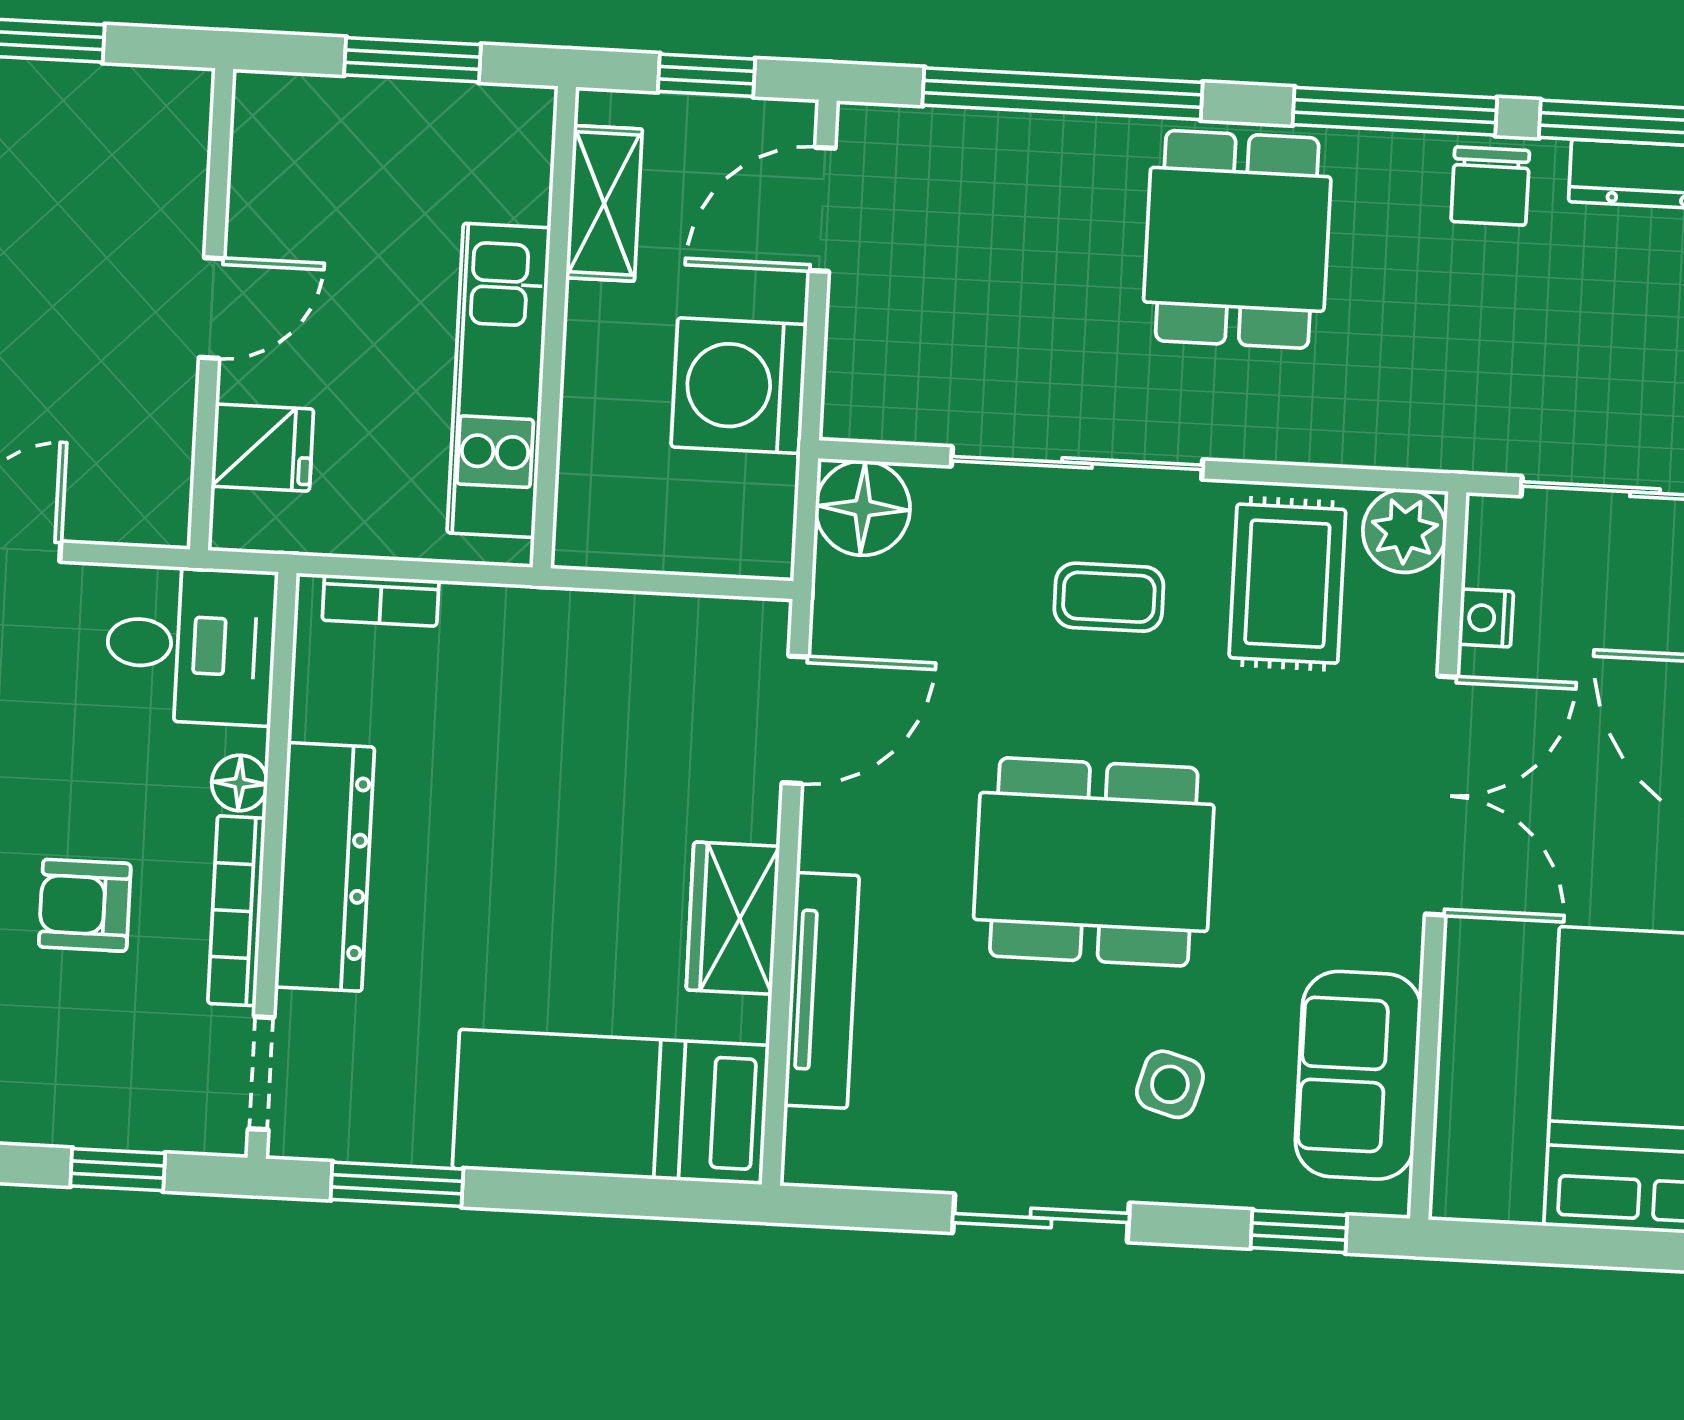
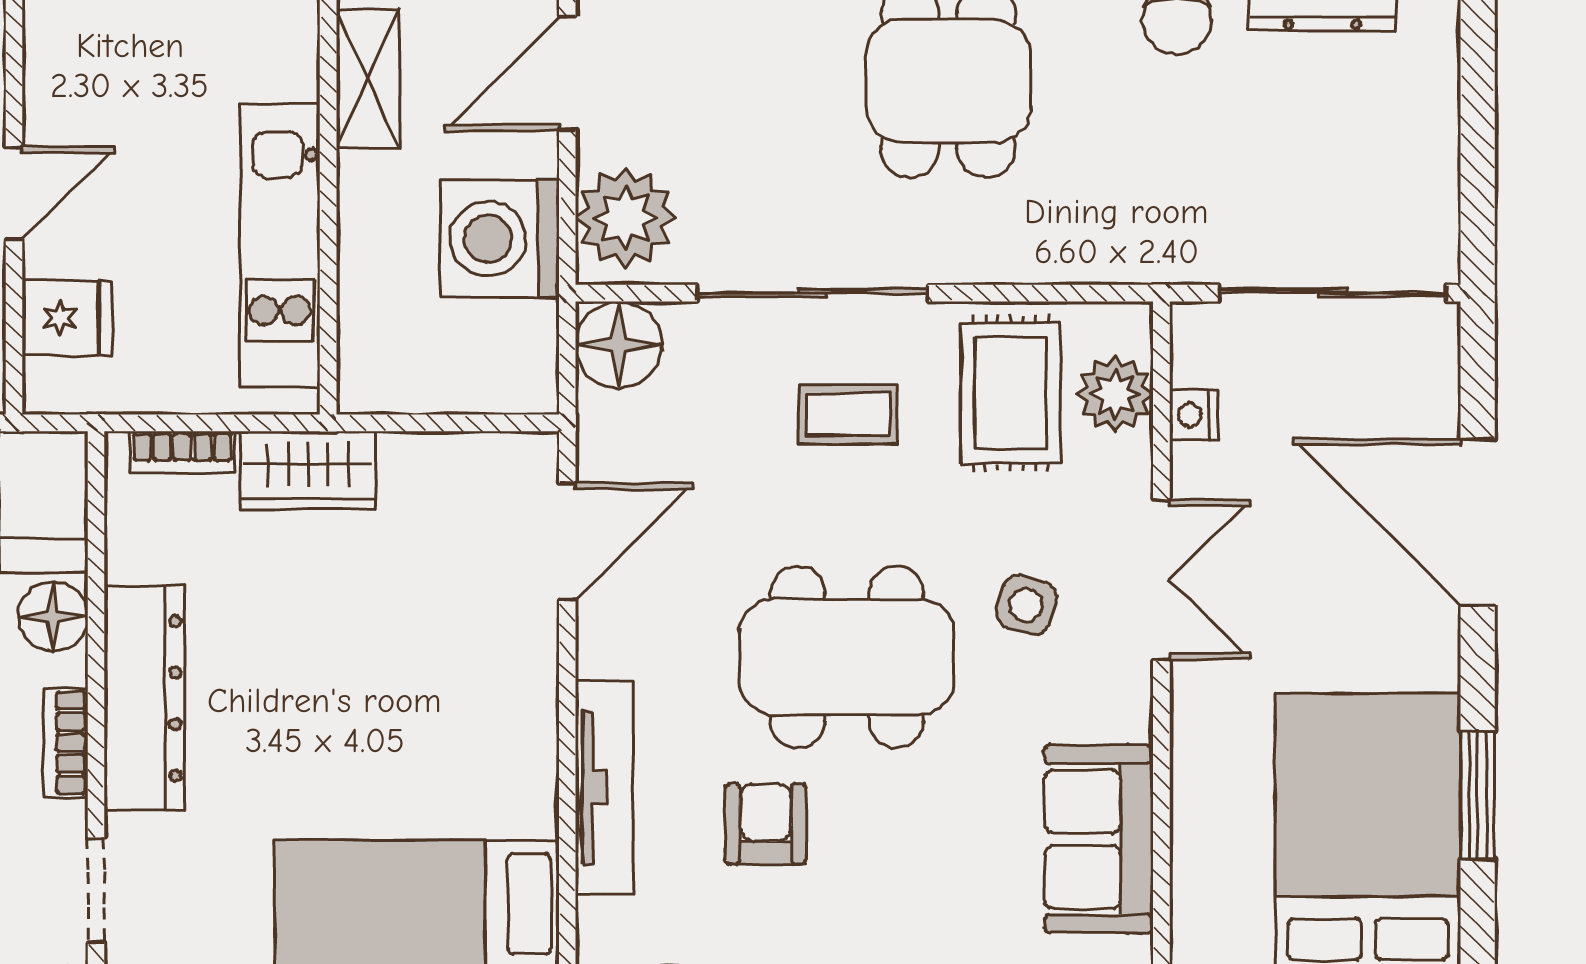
plant: (877, 370) -> (625, 218), added
plant: (1405, 531) -> (1115, 394), moved
floor lamp: (240, 783) -> (53, 616), width x1.37, depth x1.37
double door: (1441, 796) -> (1161, 580), width x0.73
bookcase: (237, 911) -> (66, 743), width x0.64
wardrobe: (733, 918) -> (308, 470), moved, turned -90
armchair: (996, 1039) -> (766, 824), added
side table: (1170, 1084) -> (1026, 605), moved

